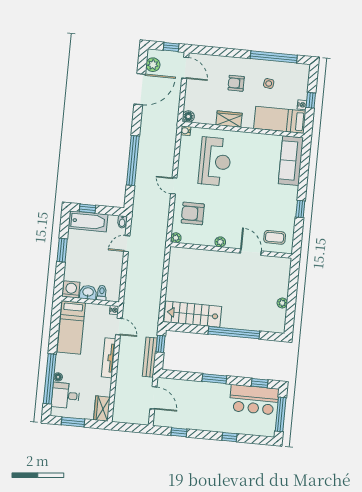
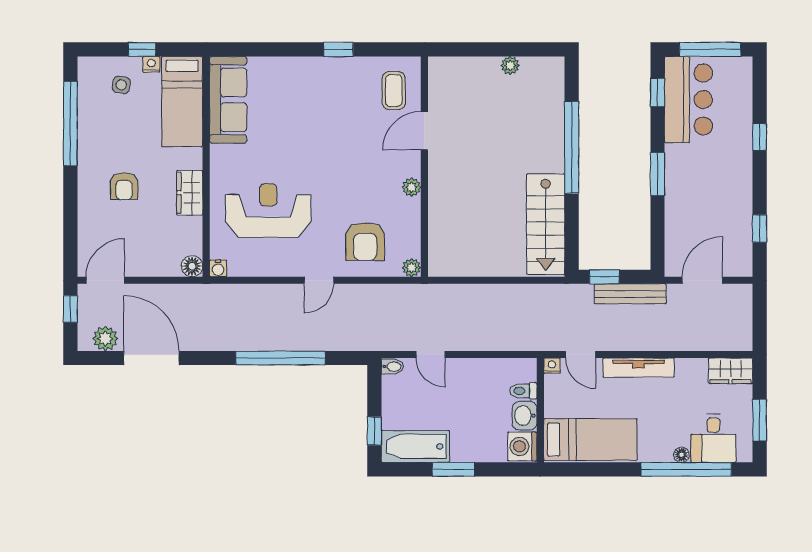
side table: (269, 84) -> (121, 85), moved
sofa: (291, 161) -> (228, 100), moved, turned -90
bathtub: (88, 221) -> (415, 446), moved, turned -90
door: (119, 327) -> (581, 355), swing flipped

